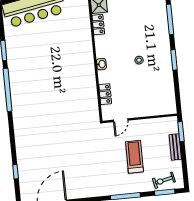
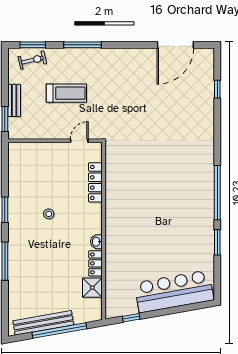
washbasin: (101, 64) -> (96, 242), moved
locker: (105, 94) -> (95, 182), width x1.53
treadmill: (134, 157) -> (66, 93), turned -90

